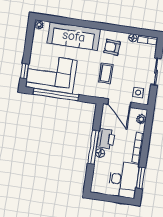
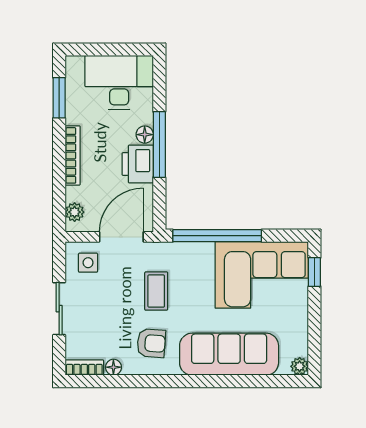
window: (56, 95) -> (217, 236), moved
door: (119, 103) -> (121, 237), hinge flipped
desk: (123, 180) -> (119, 82), moved, turned 90

